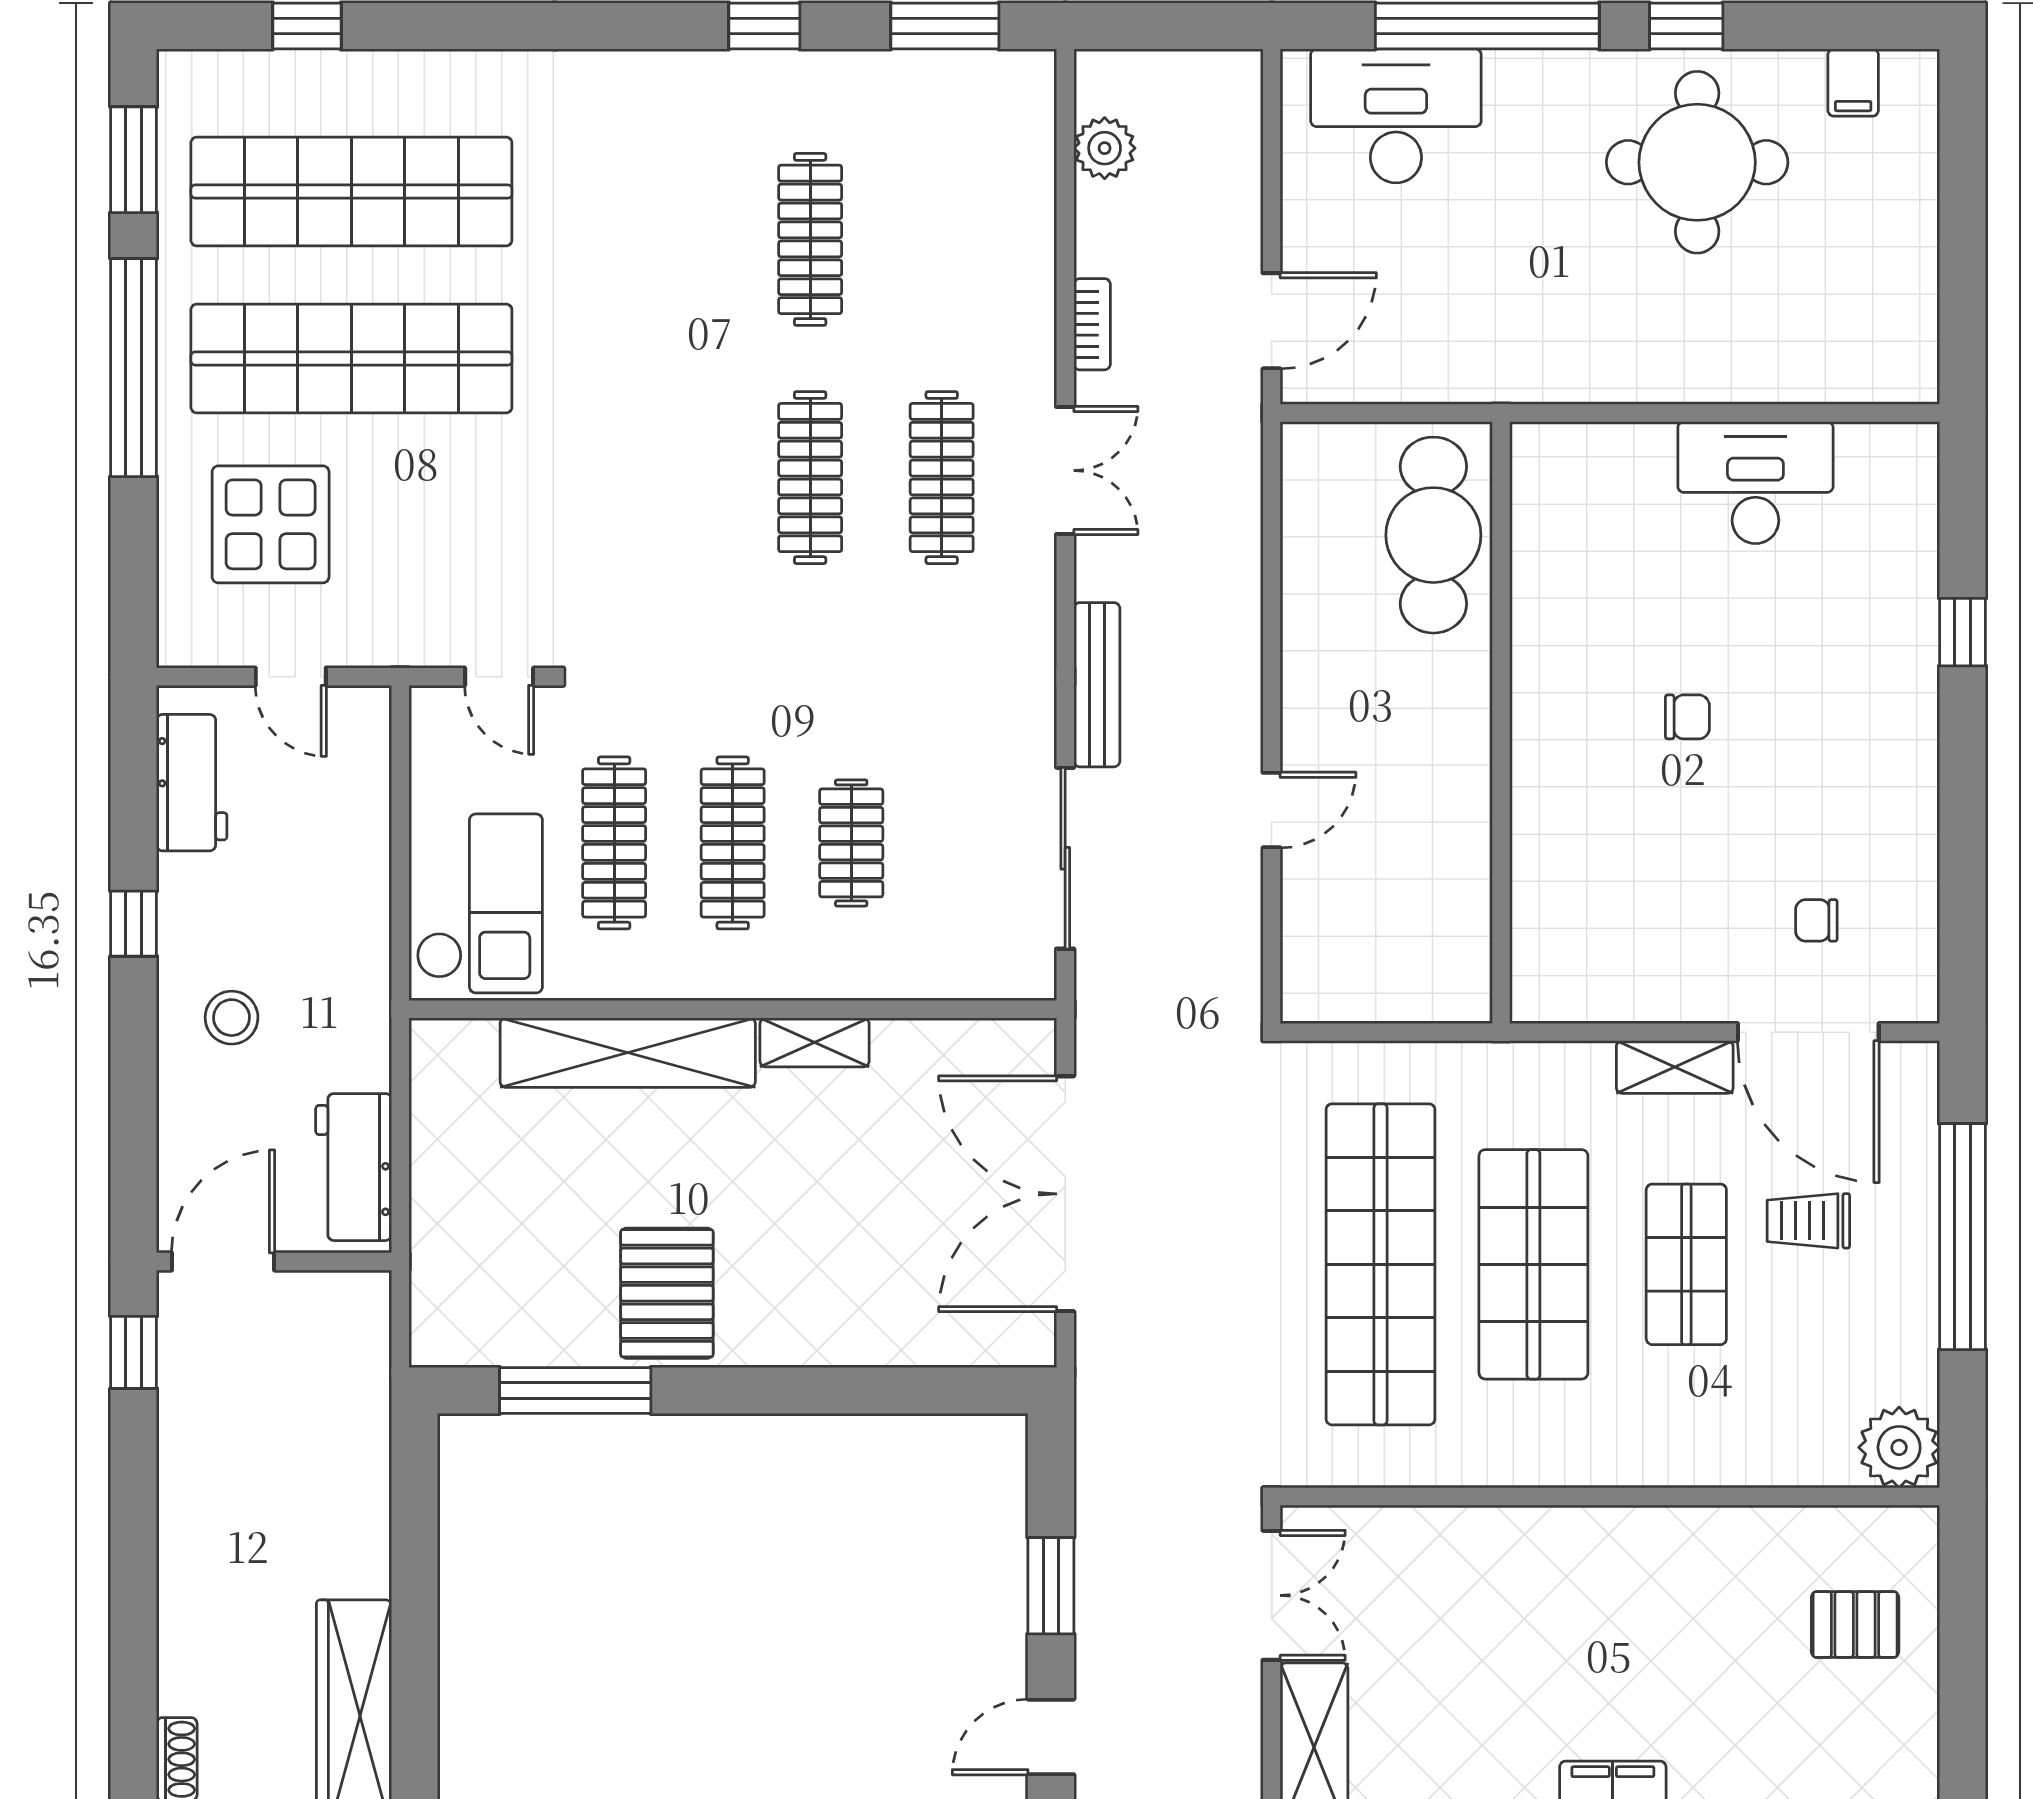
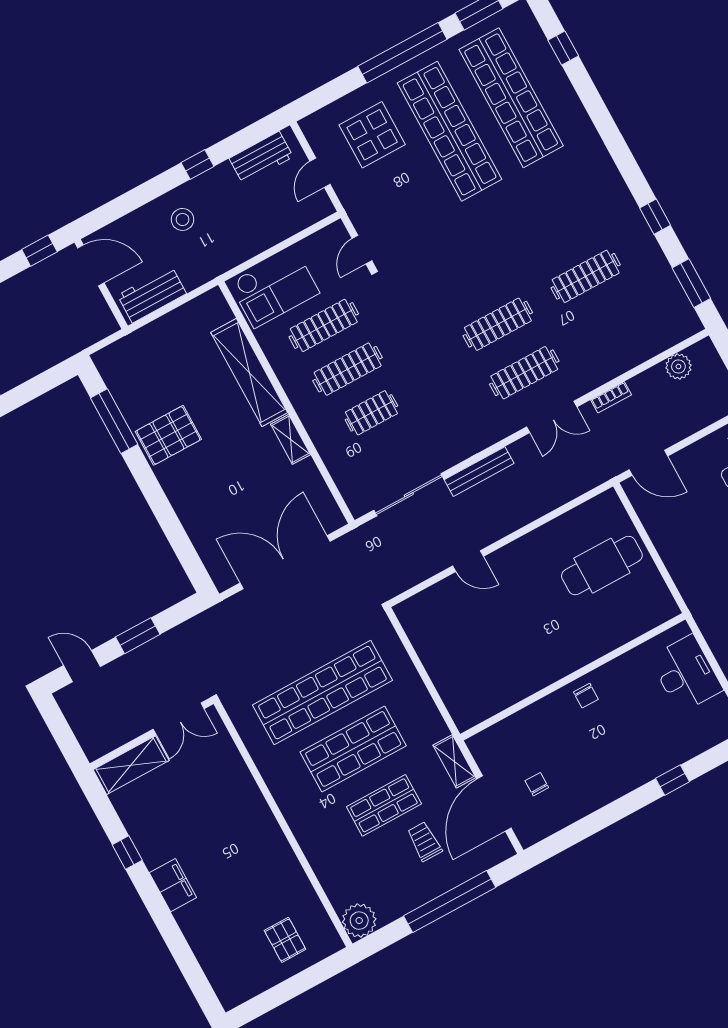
wall: (1501, 723) -> (573, 677), moved

